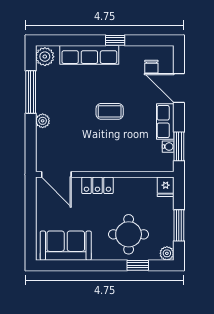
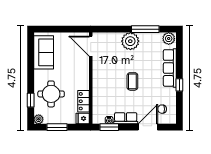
plant: (43, 121) -> (130, 41), width x1.87, depth x1.87
door: (56, 174) -> (91, 46), hinge flipped
locker: (97, 185) -> (83, 101), moved

